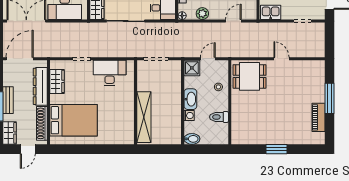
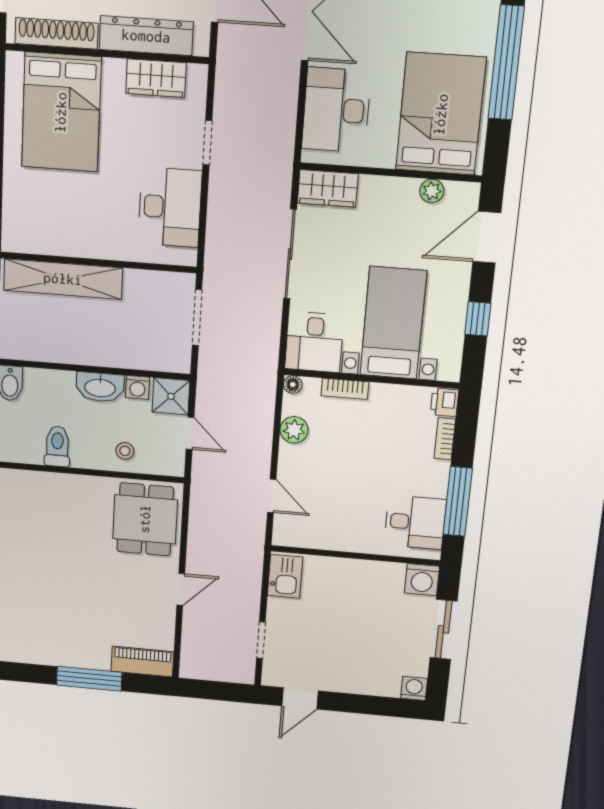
washing machine: (189, 116) -> (137, 387), moved
piano: (318, 117) -> (142, 662), moved

